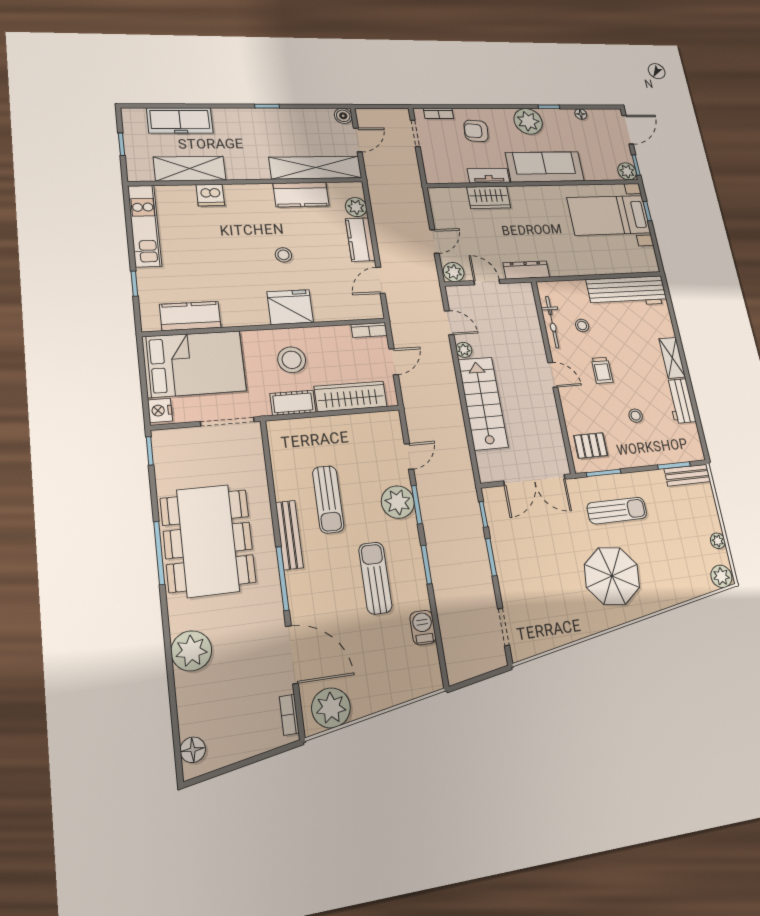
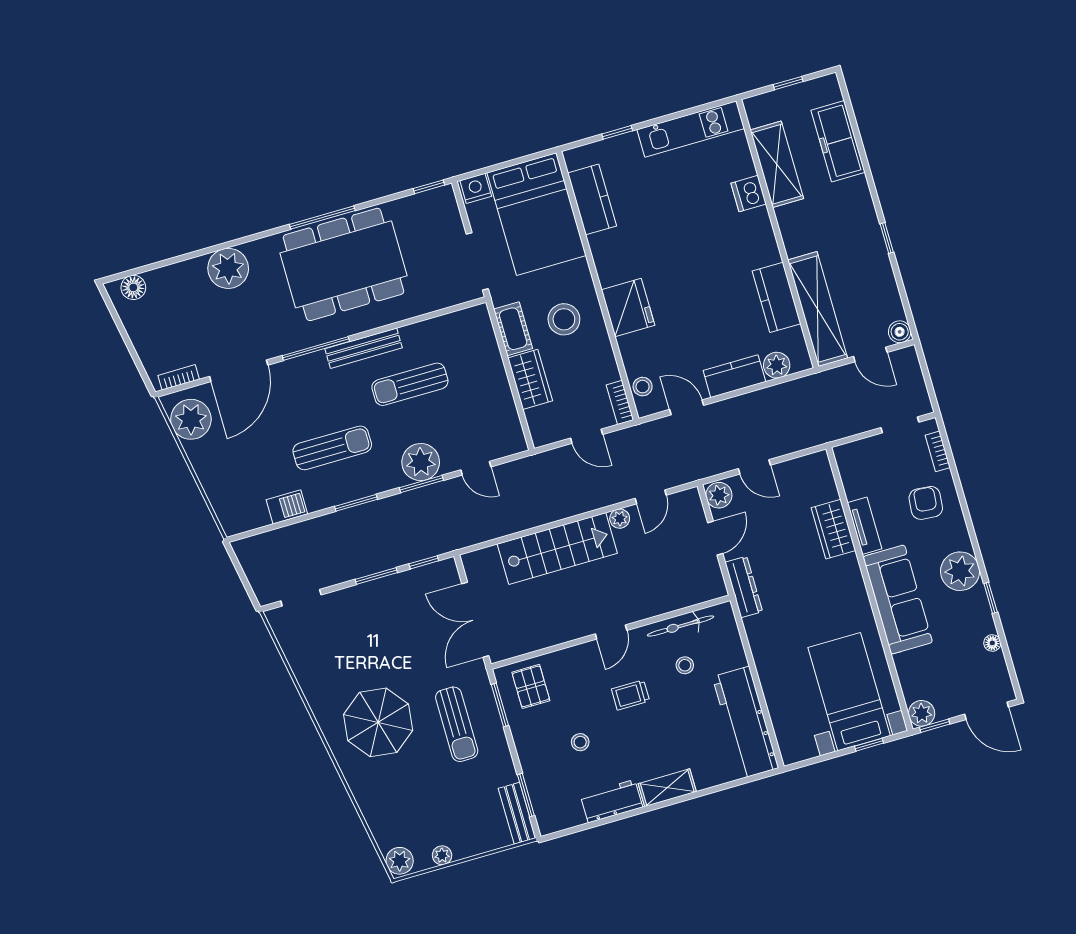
stool: (283, 255) -> (643, 387), moved
wardrobe: (351, 396) -> (530, 379), width x0.67

